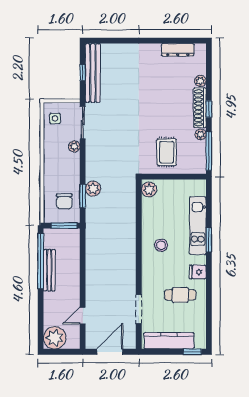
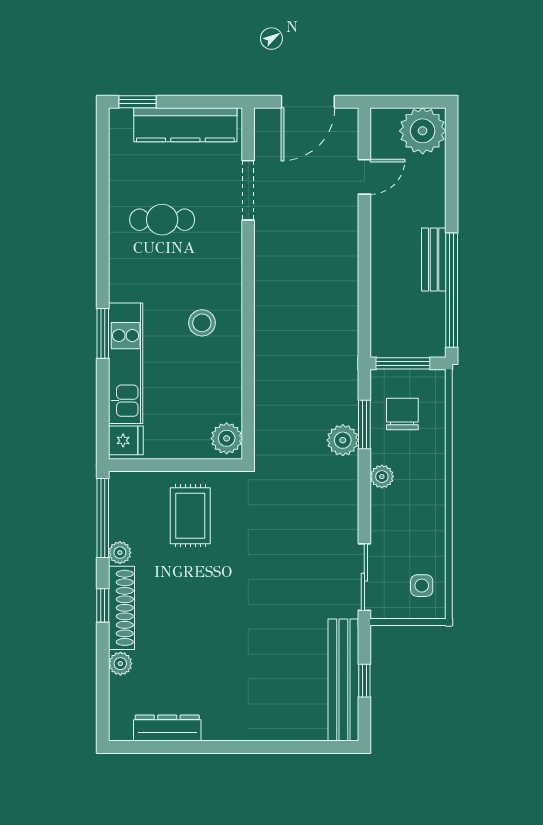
plant: (74, 147) -> (382, 477), moved
bench: (49, 270) -> (434, 260), width x0.73
fridge: (198, 272) -> (126, 440), moved

